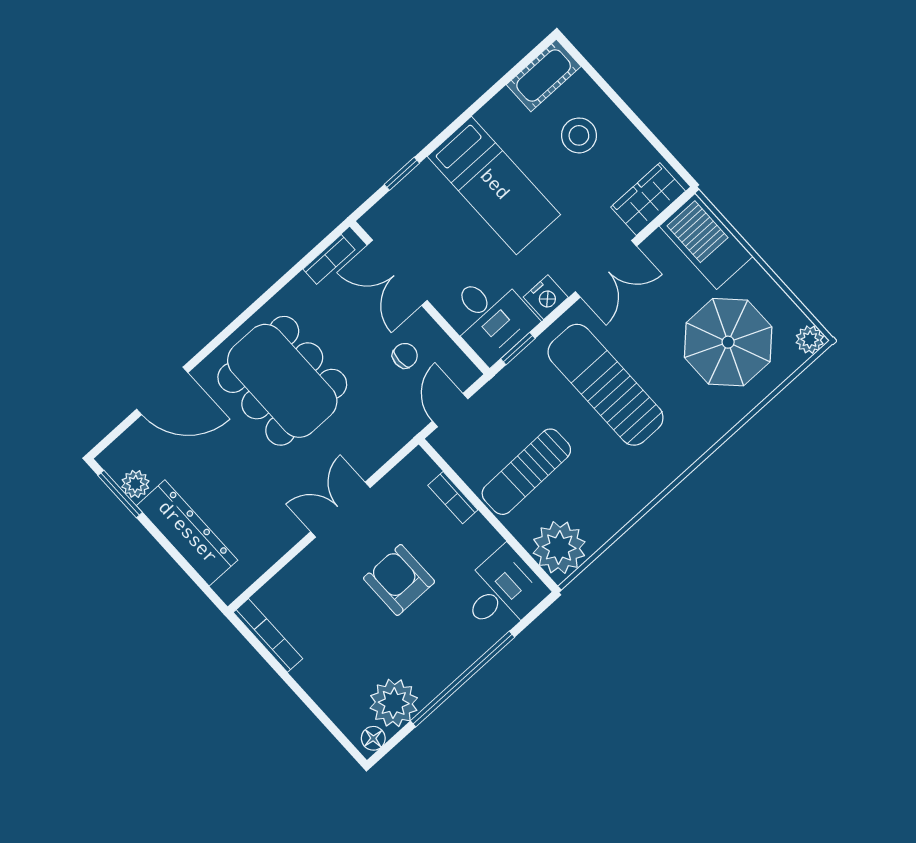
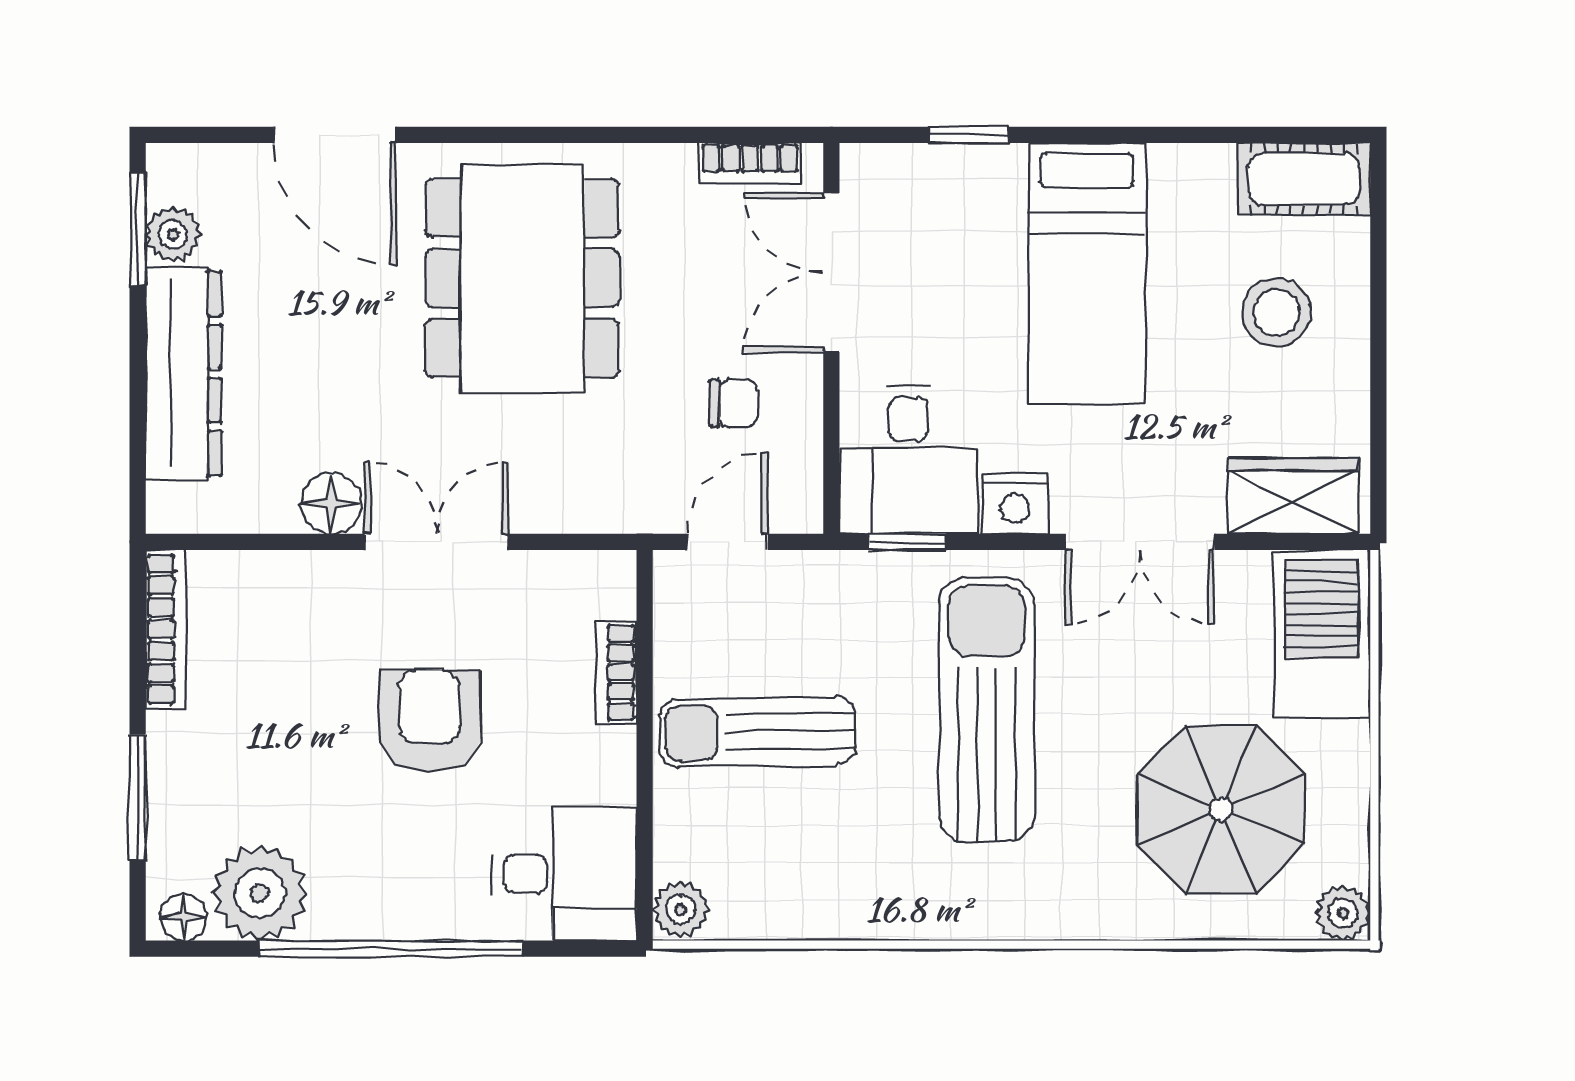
floor lamp: (287, 531) -> (331, 503), added
plant: (559, 548) -> (680, 909), width x0.53, depth x0.53
window: (315, 709) -> (138, 797), added

